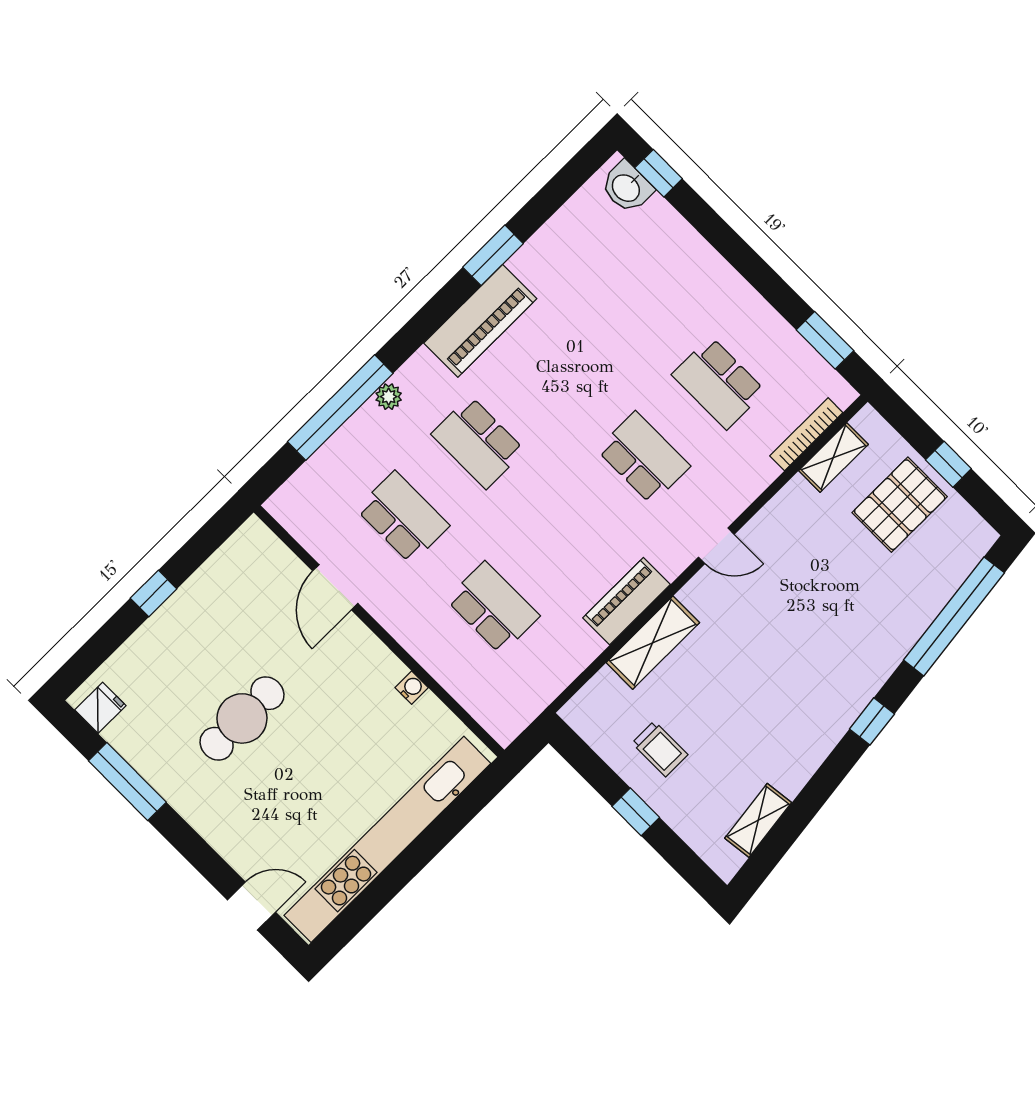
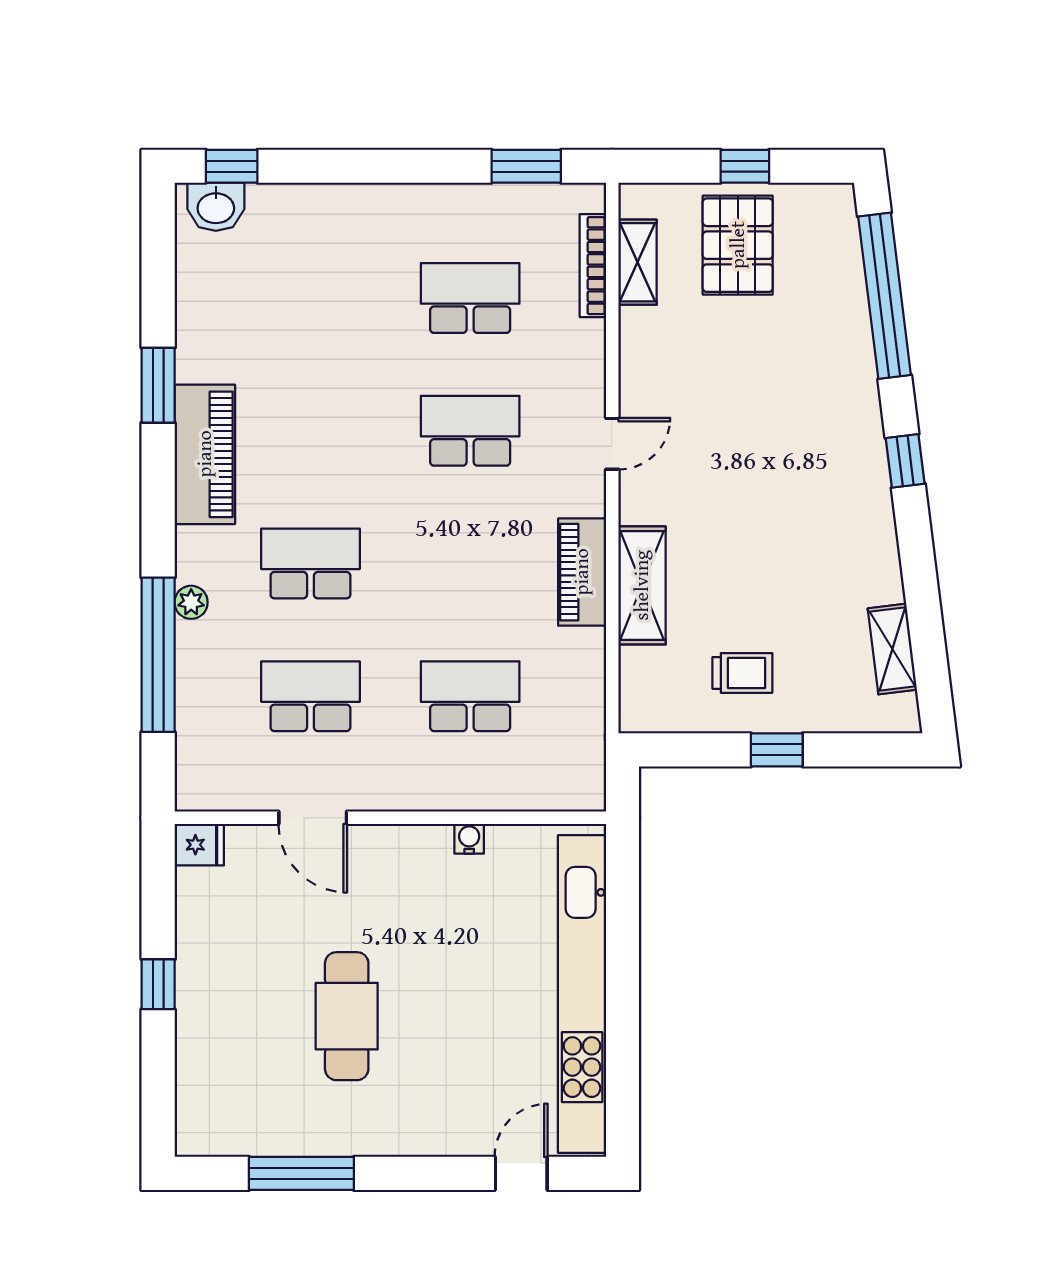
school desk: (719, 383) -> (470, 298), turned 180
school desk: (478, 442) -> (310, 563), turned 180
fridge: (100, 708) -> (199, 845), moved, turned 90

